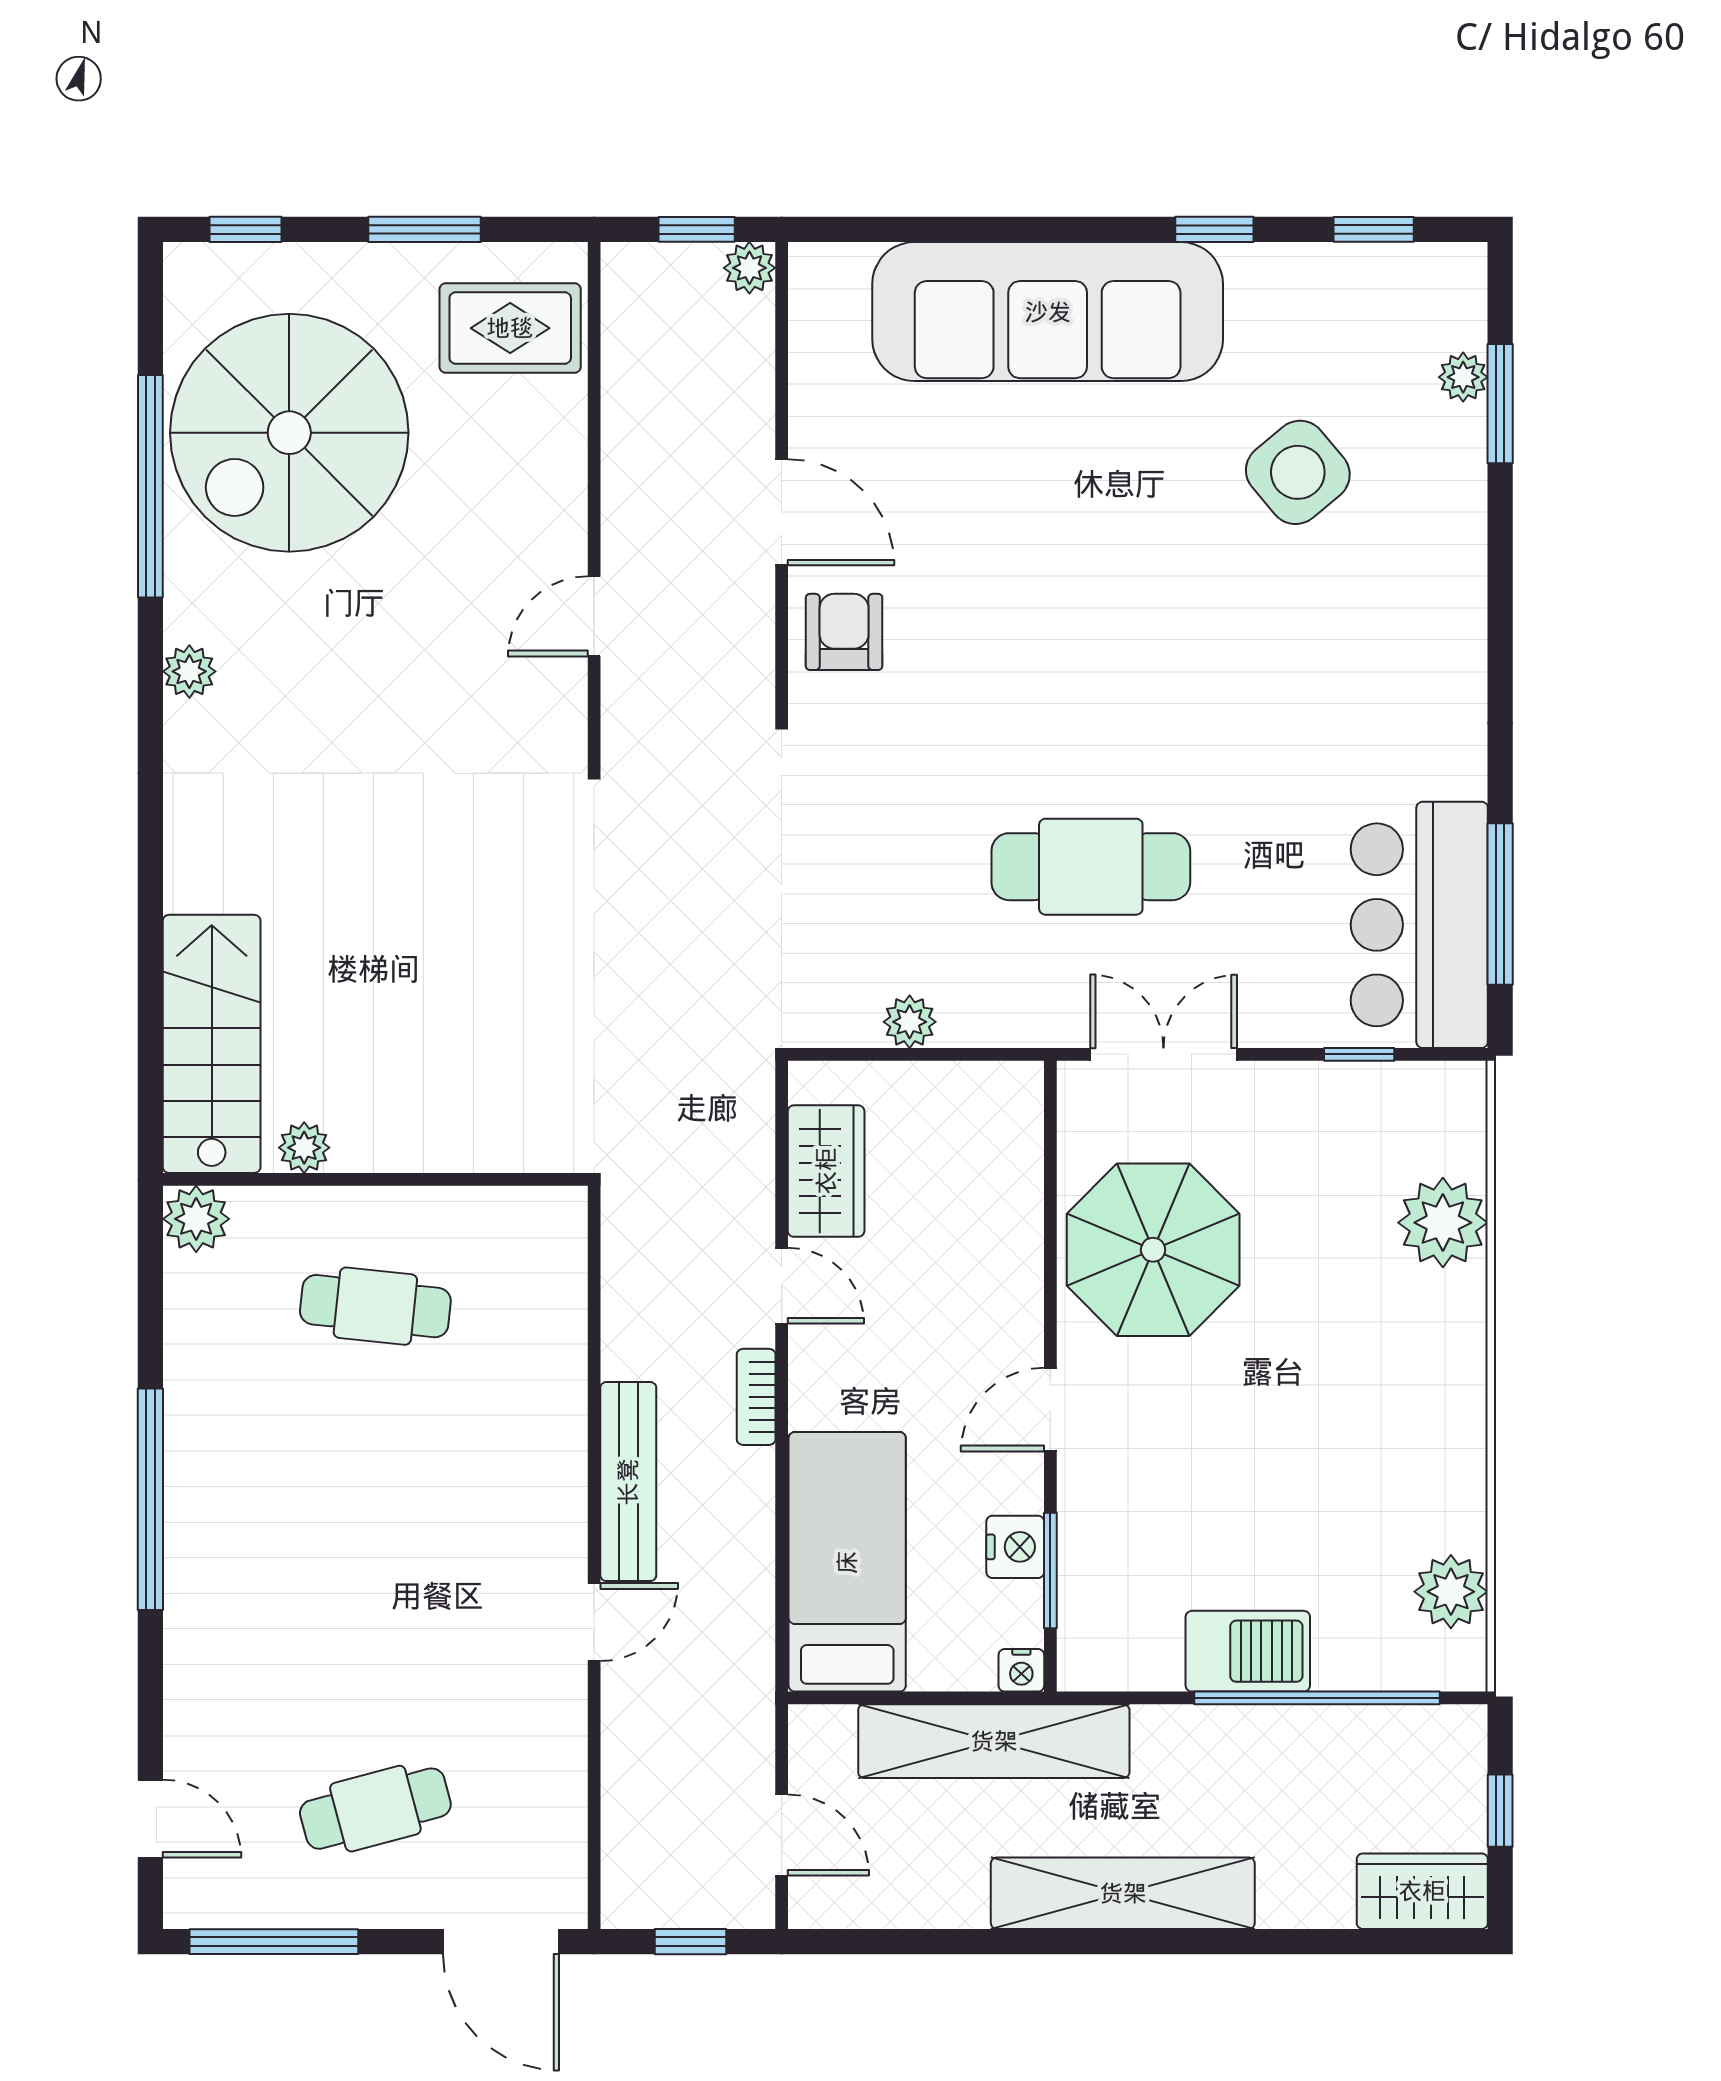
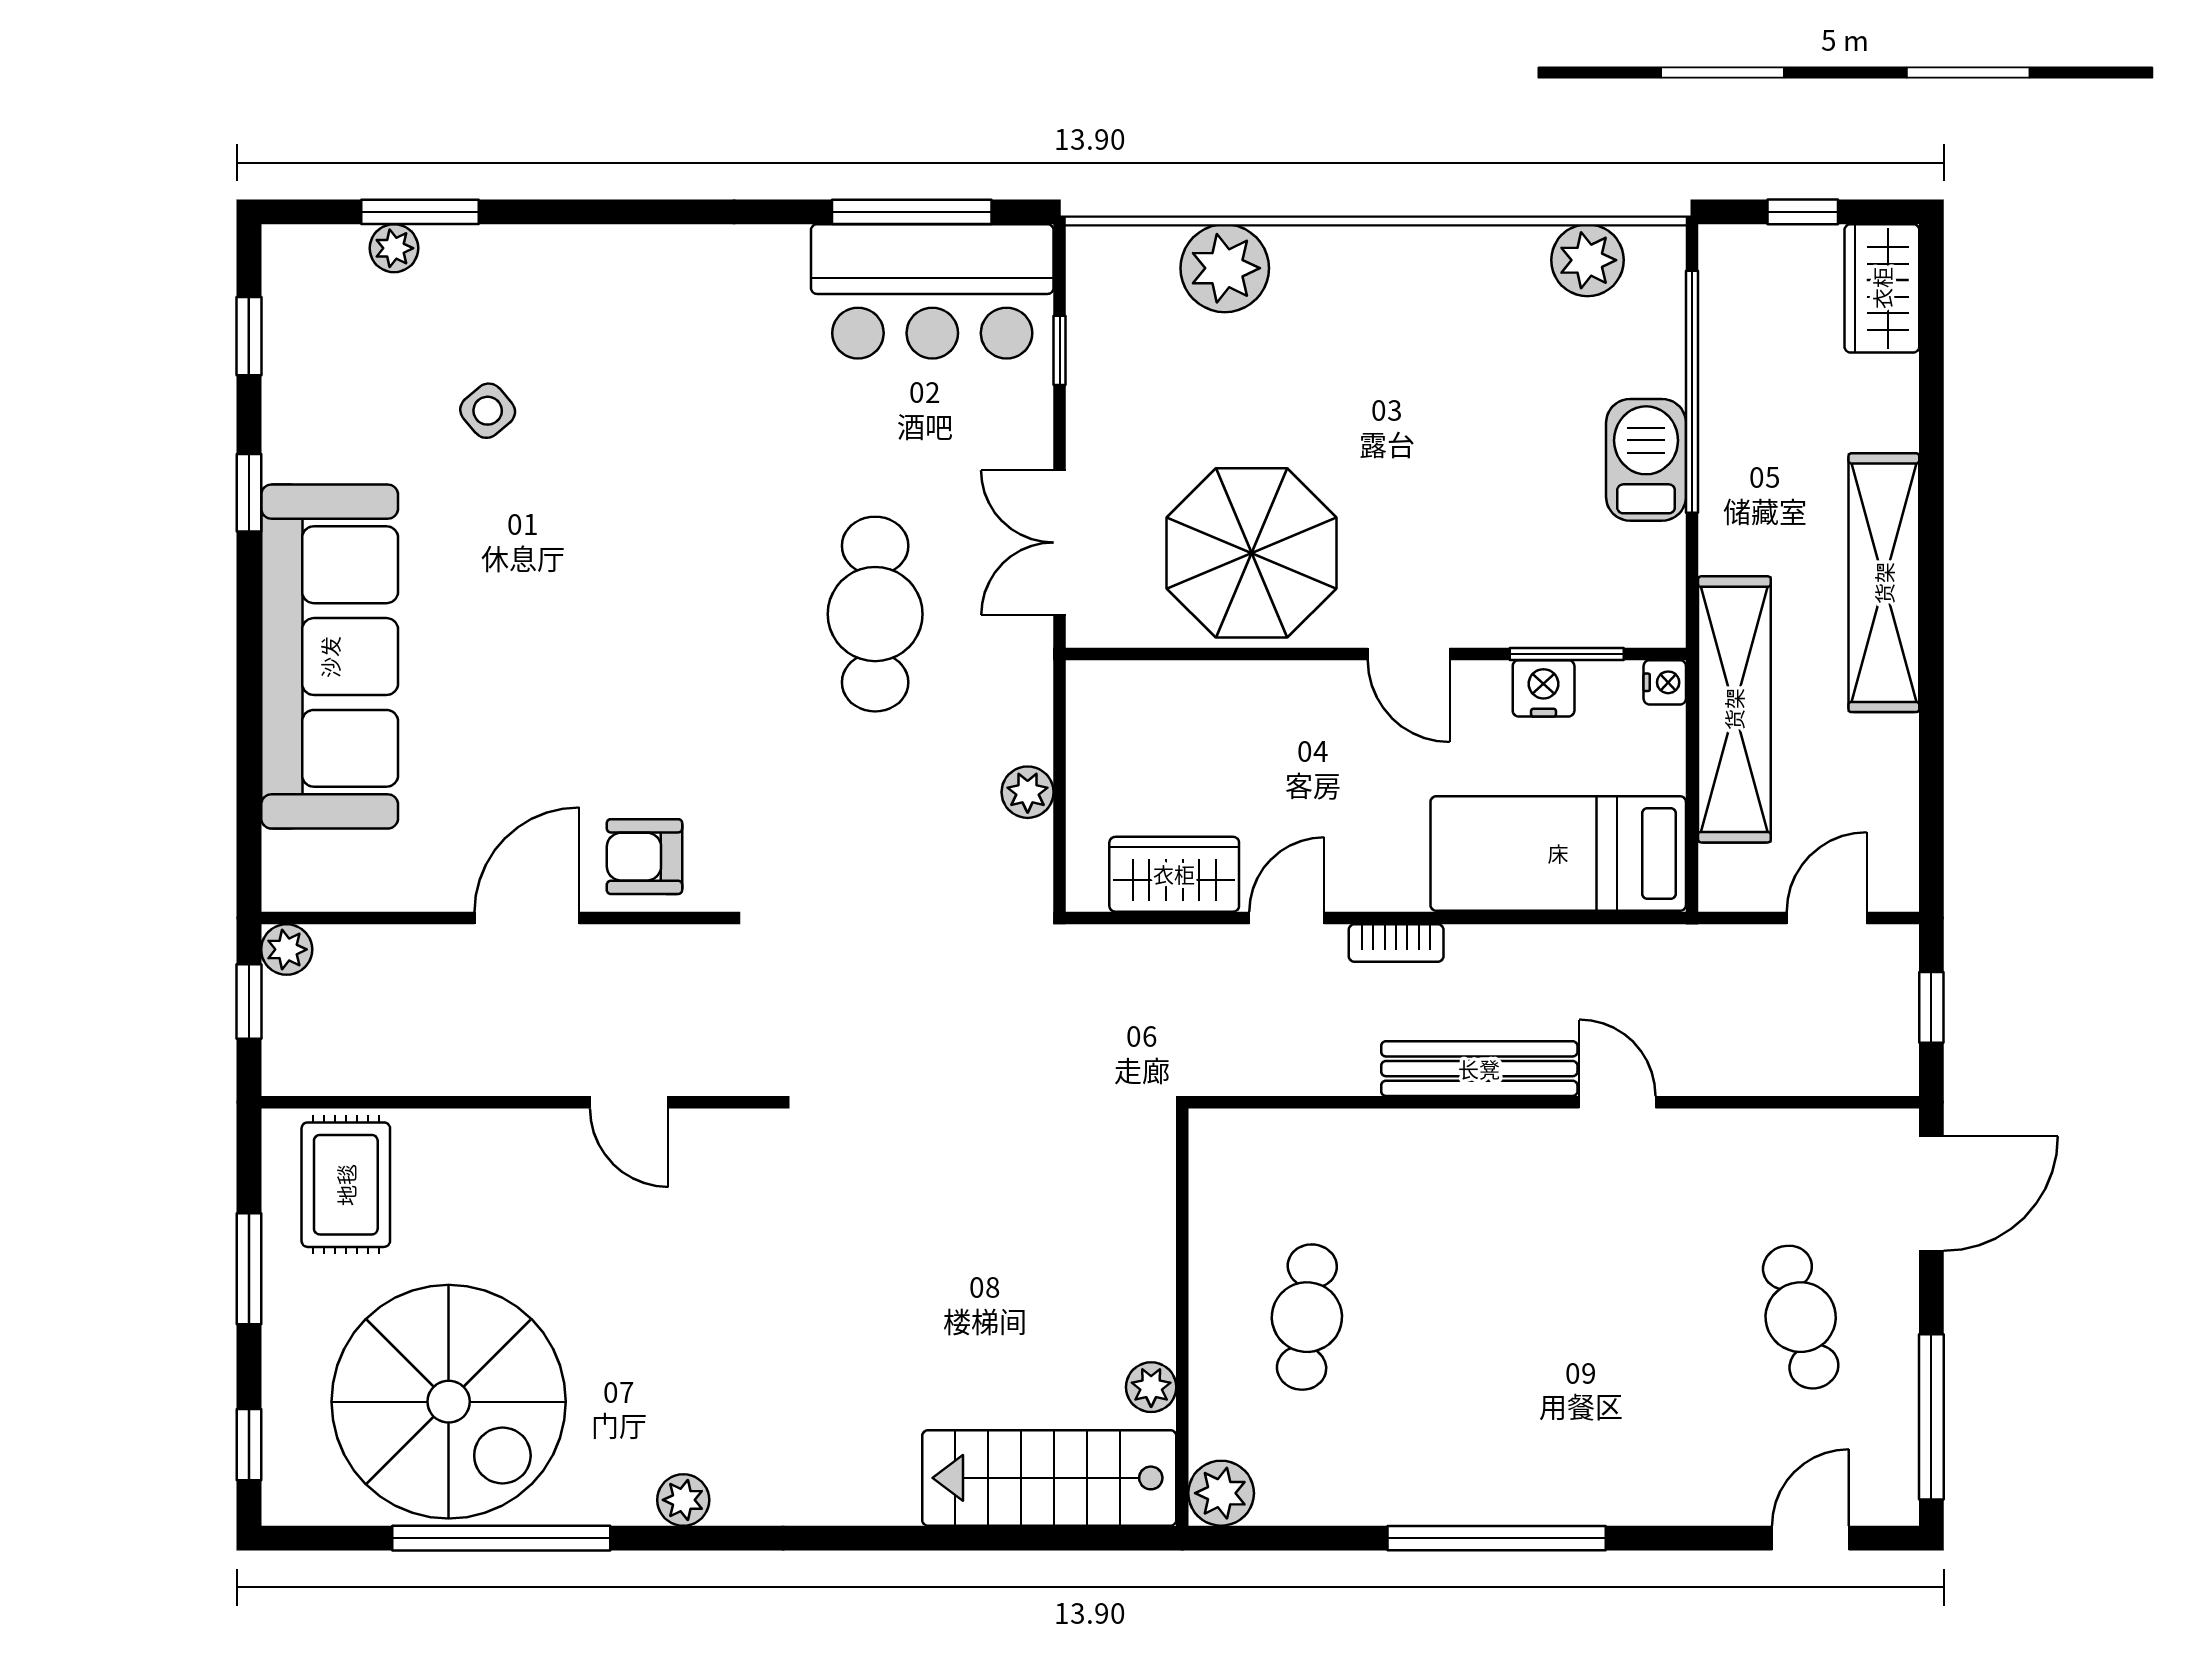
side table: (1298, 472) -> (488, 411), width x0.54, depth x0.54

